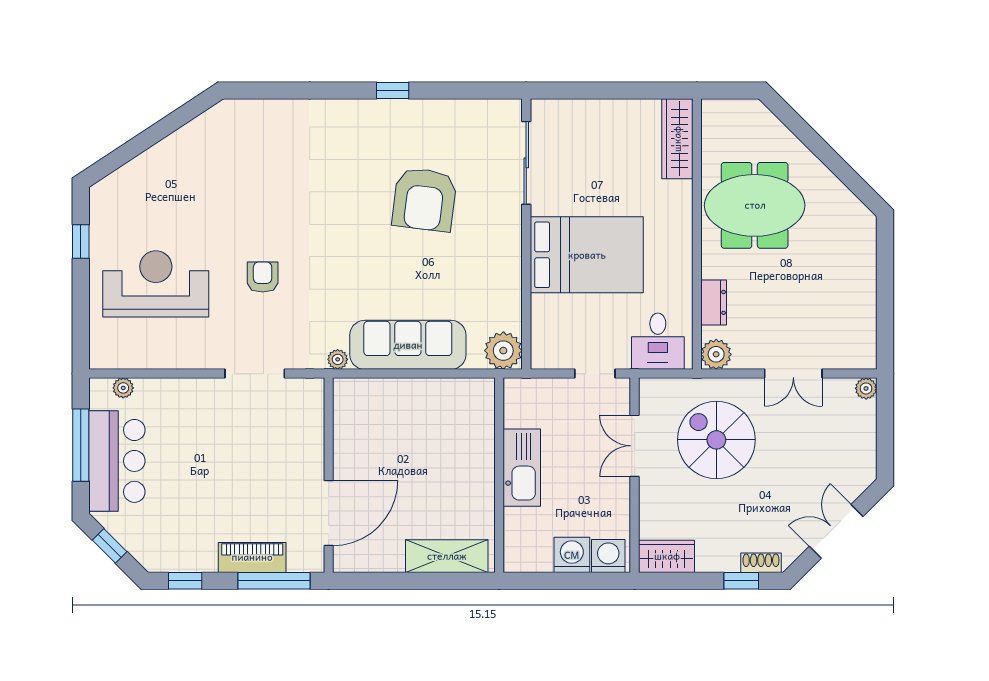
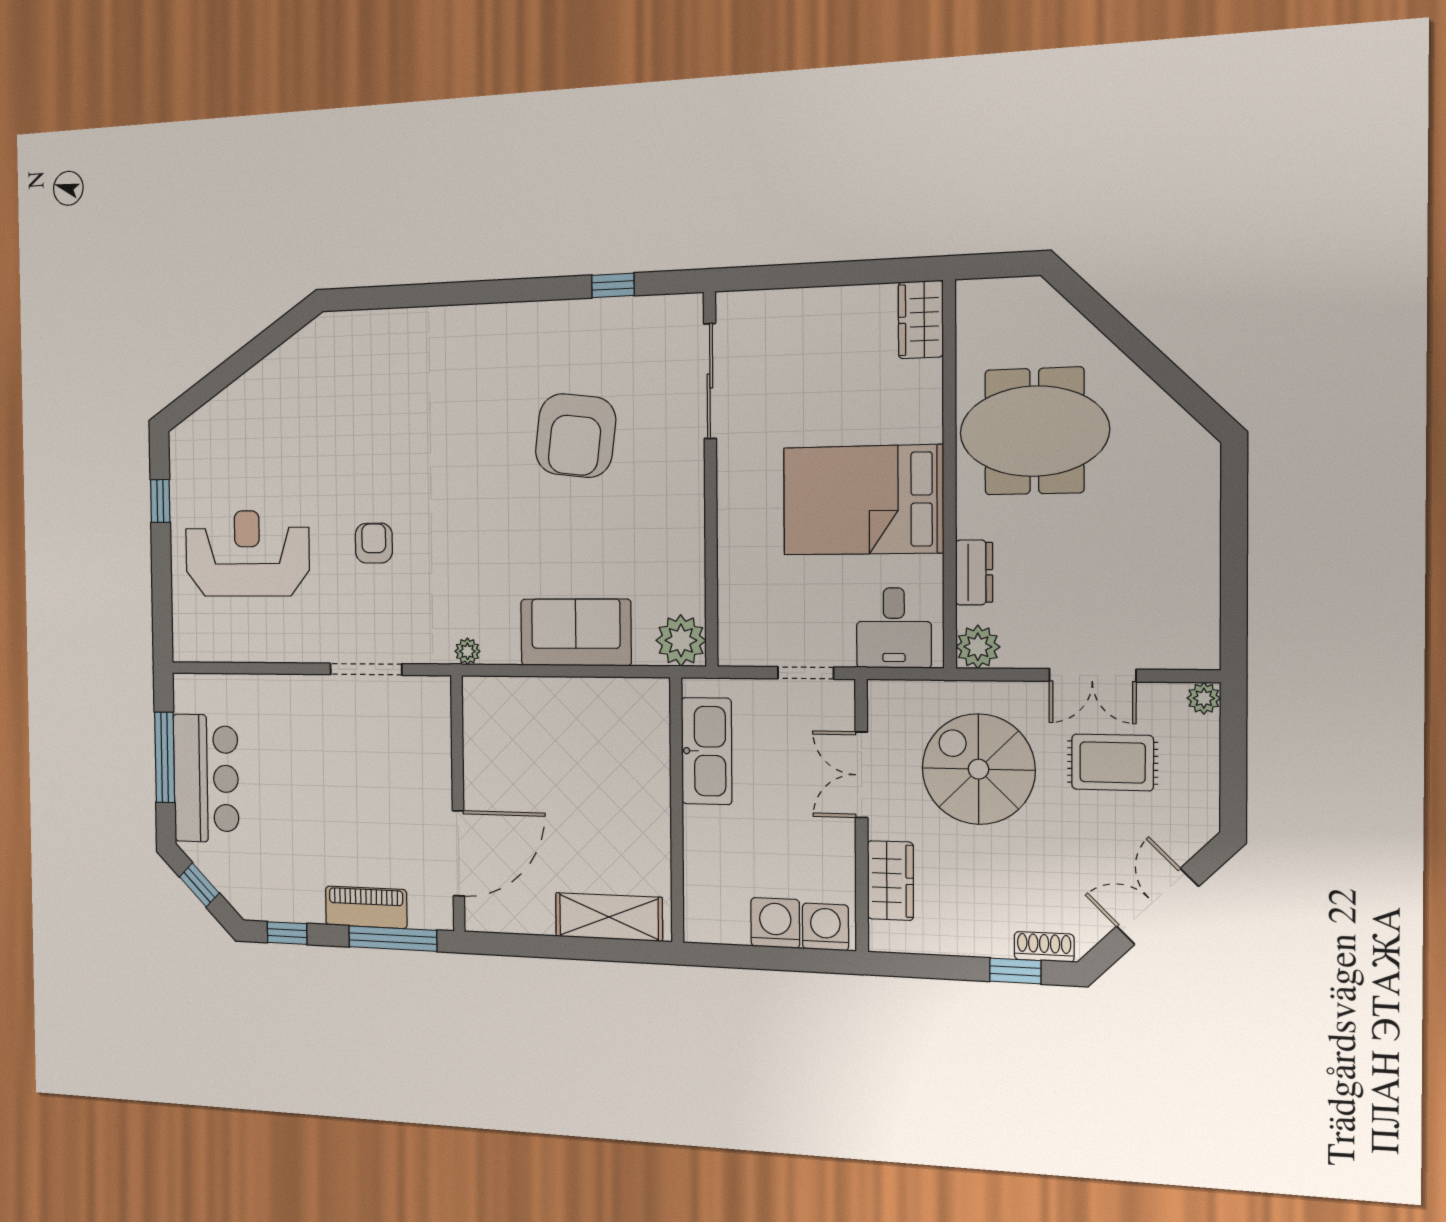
window: (393, 91) -> (613, 285), moved
wardrobe: (677, 139) -> (921, 319), width x0.67
bed: (587, 255) -> (863, 500), moved, turned 180
sofa: (408, 345) -> (576, 632), width x0.73
plant: (123, 388) -> (212, 686), removed
rug: (807, 433) -> (1112, 762), added
kitchen sink: (522, 468) -> (707, 751), moved
wardrobe: (667, 556) -> (890, 881), moved, turned 90

